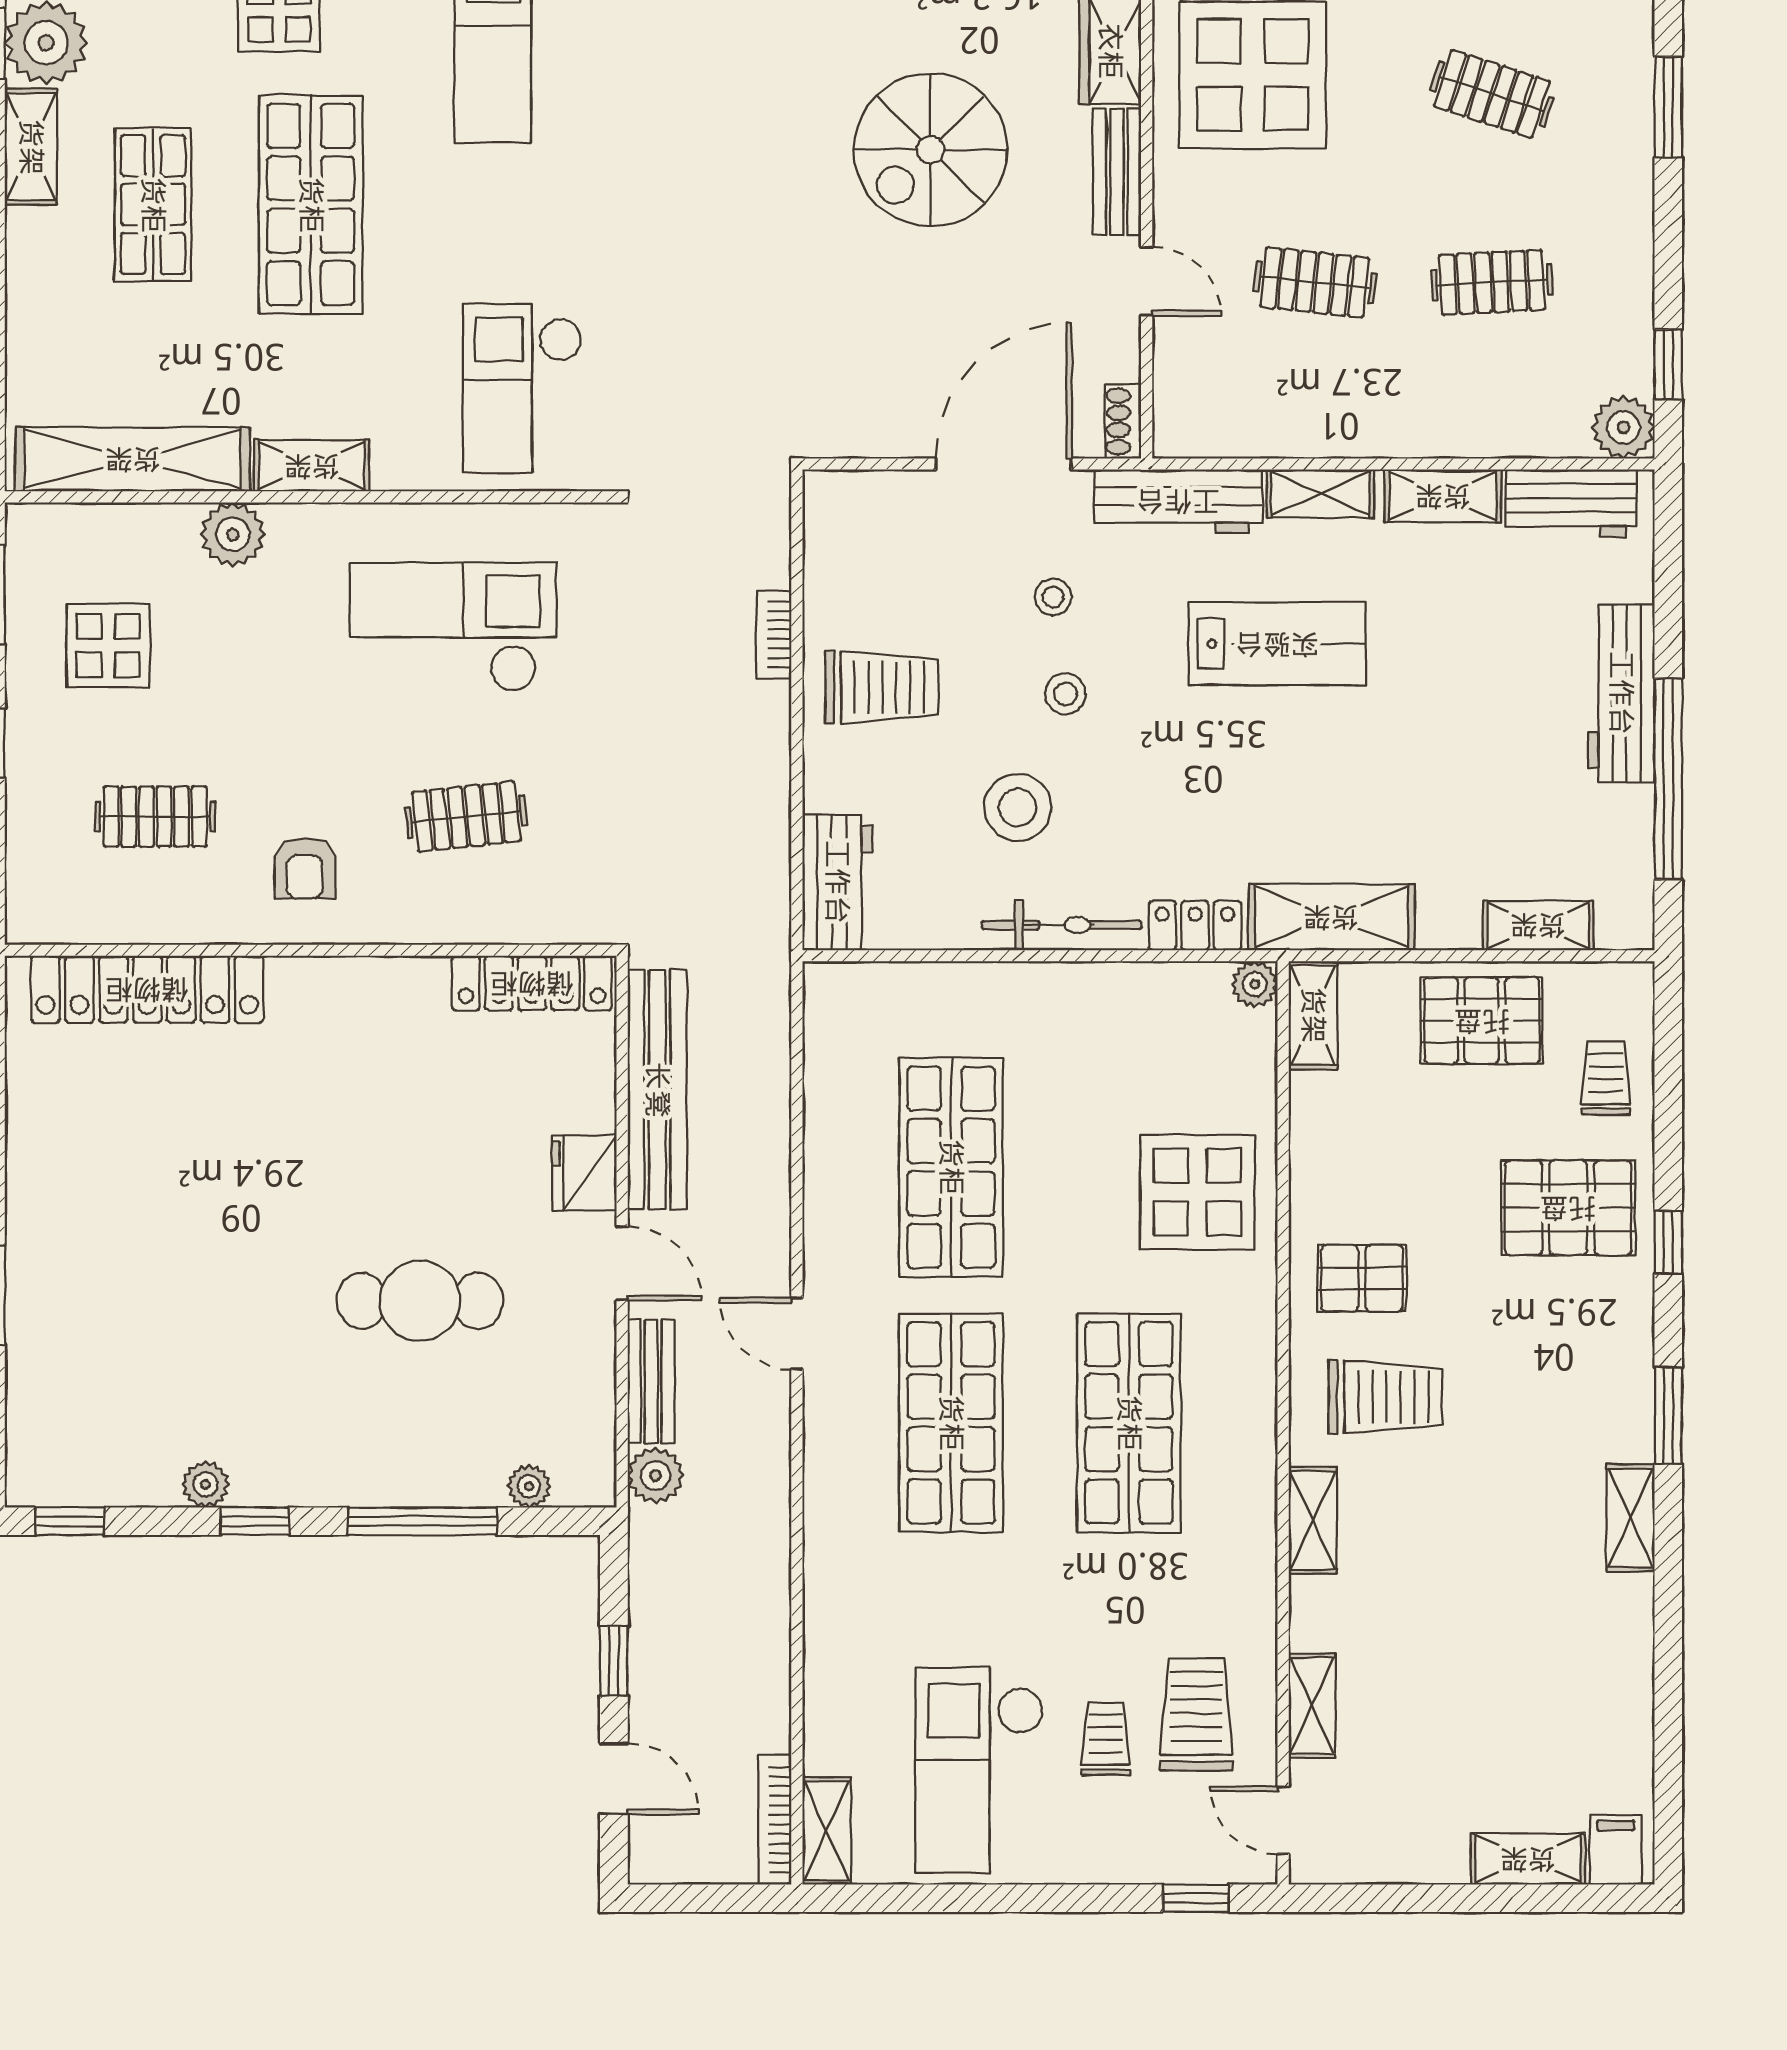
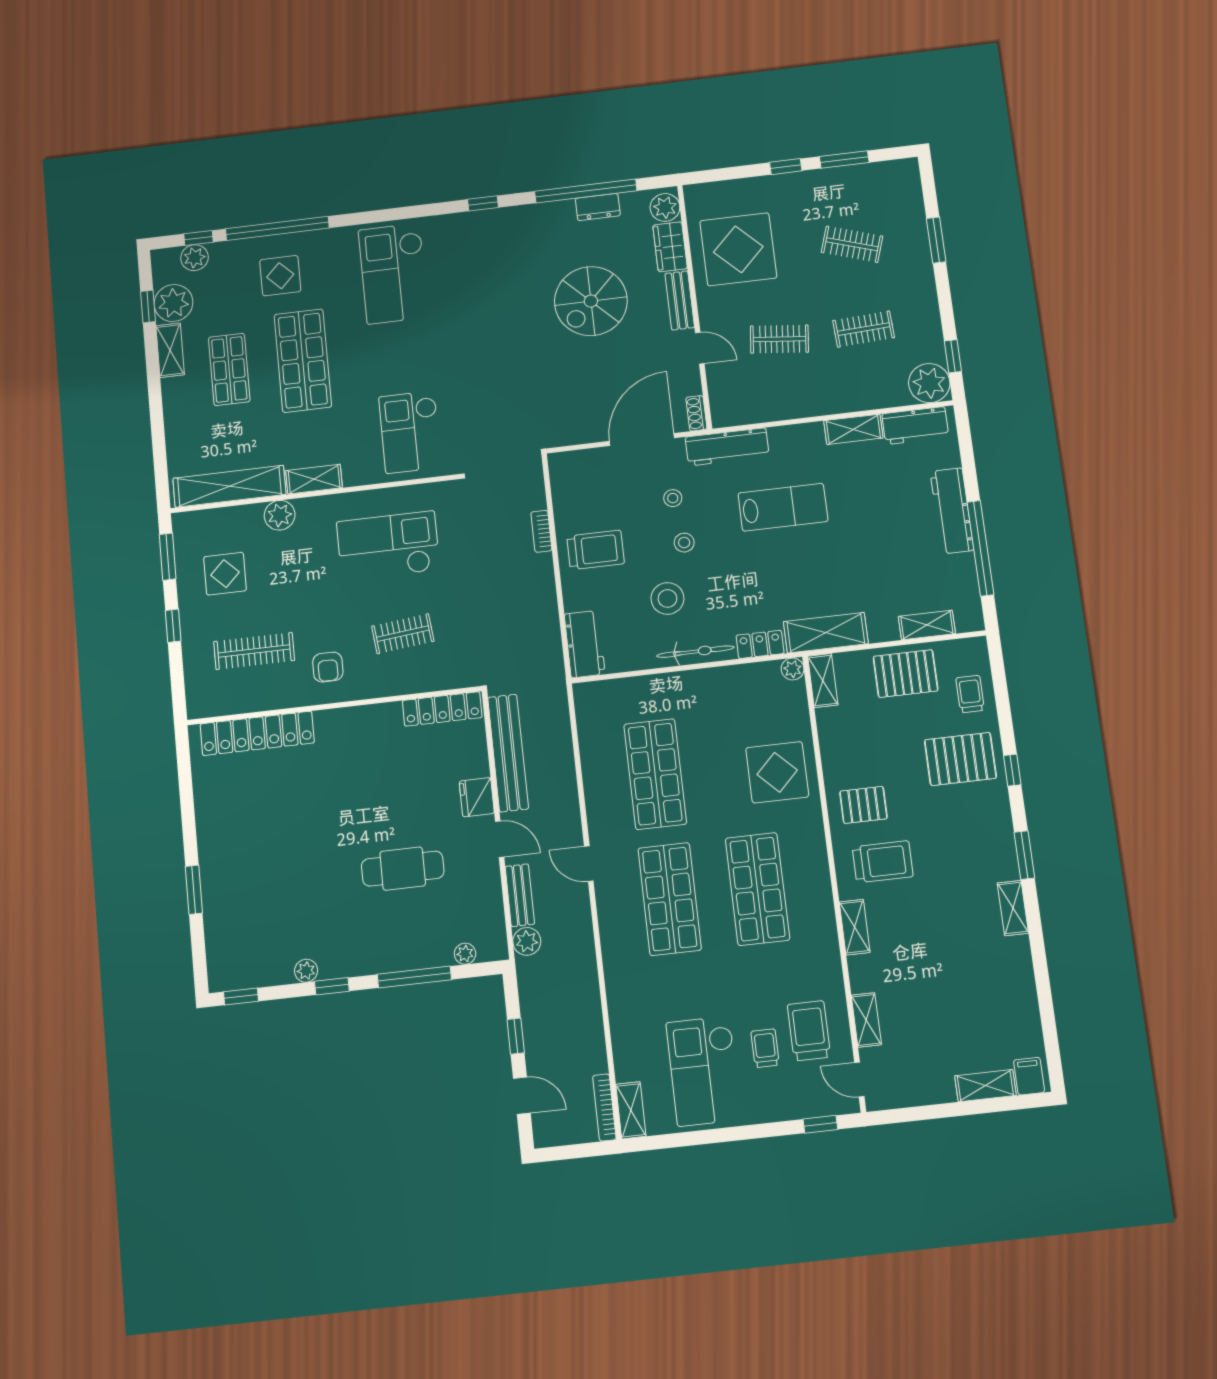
plant: (1623, 427) -> (929, 383), width x1.36, depth x1.36
shelving: (1320, 494) -> (795, 435), removed
clothes rail: (155, 817) -> (254, 651), width x1.36

